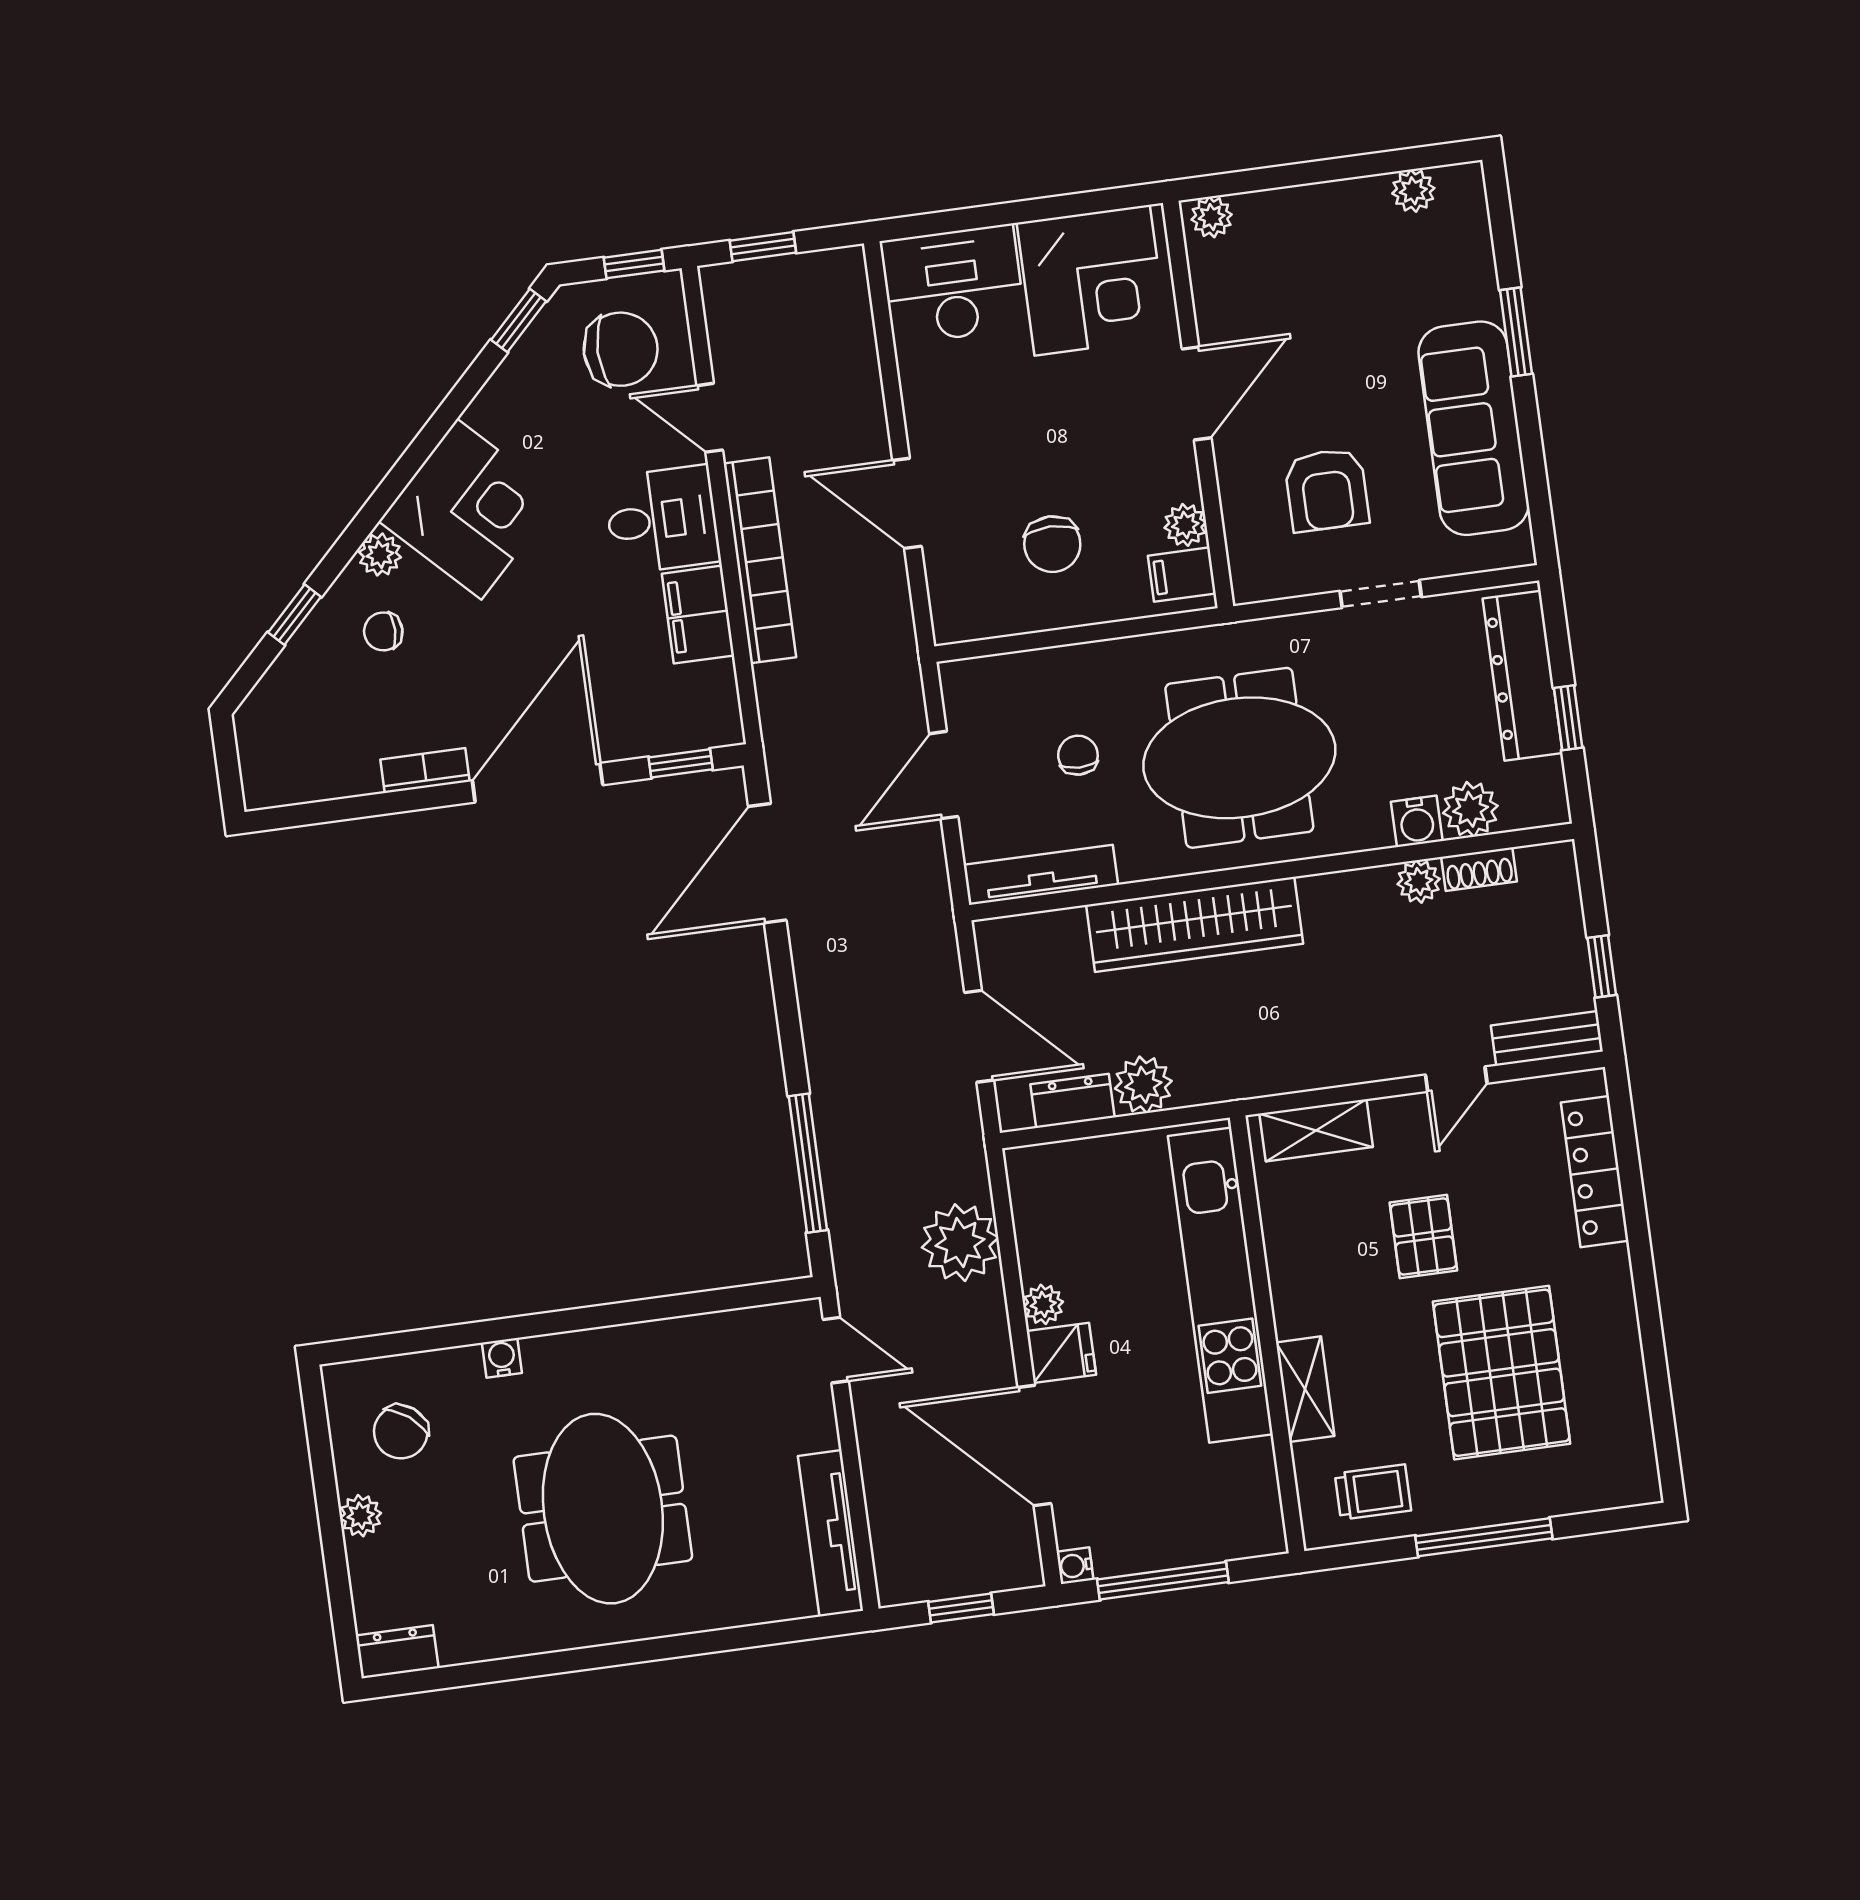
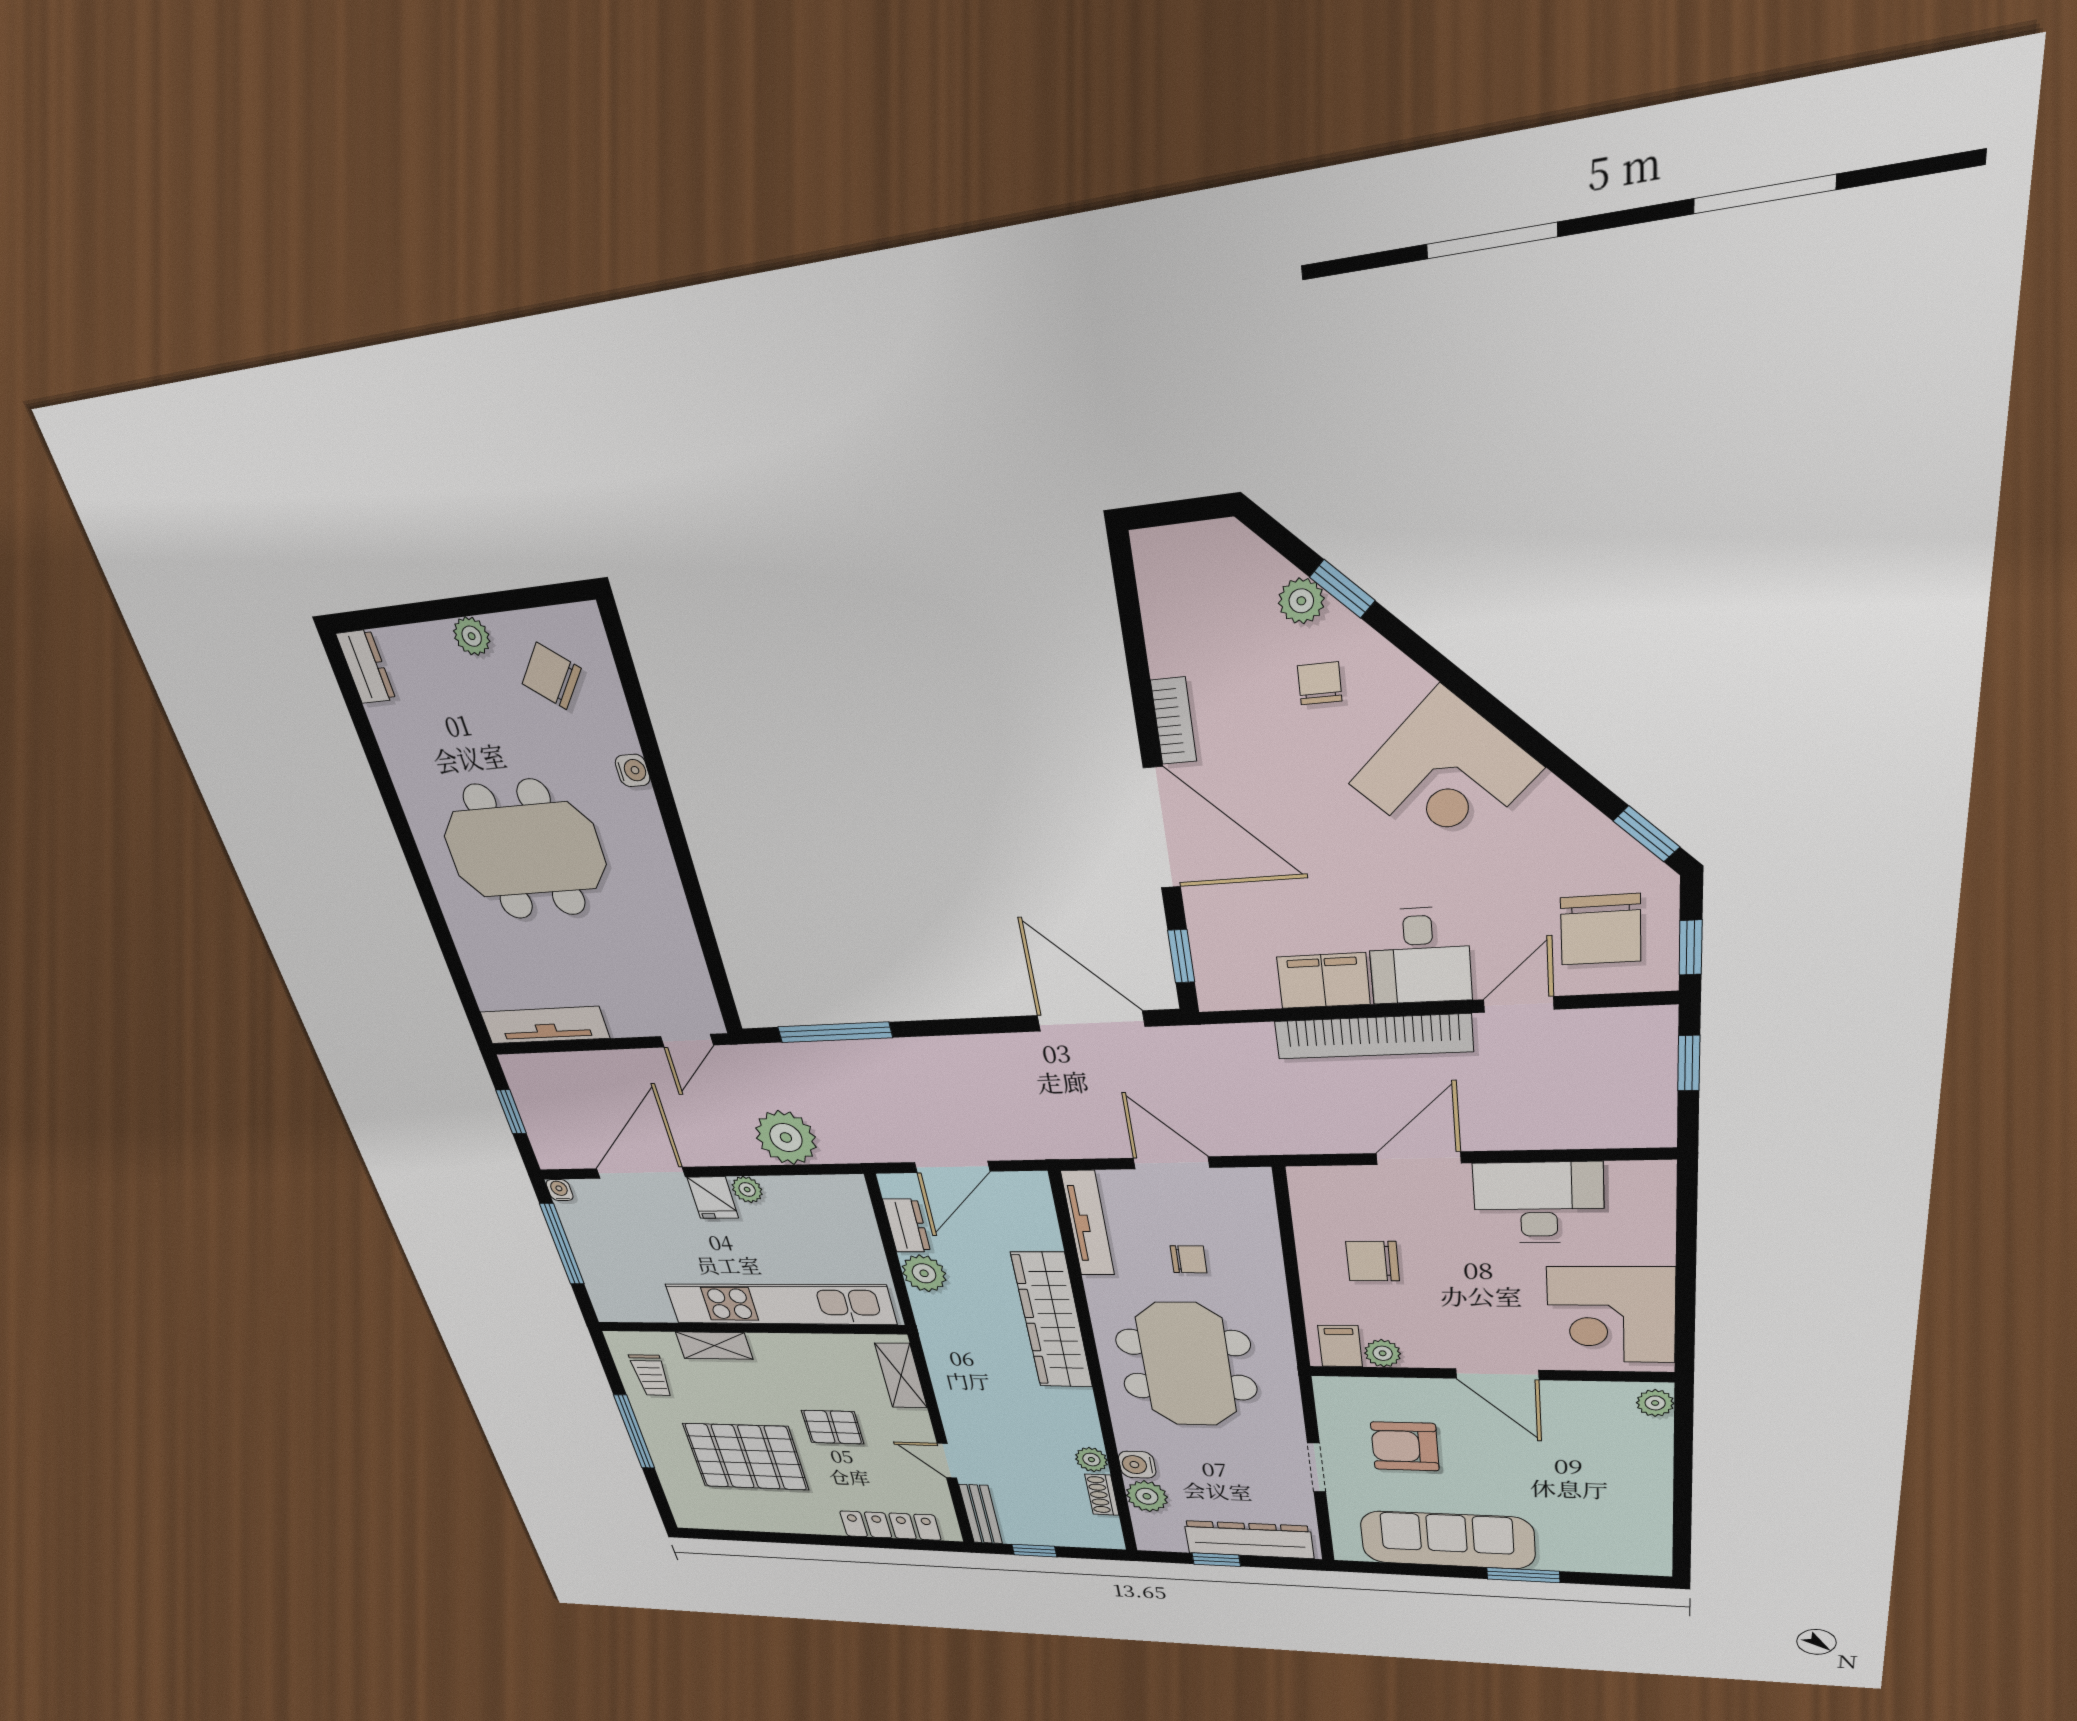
plant: (1413, 191) -> (1654, 1532), removed
desk: (953, 285) -> (1538, 1203), moved, turned -90
plant: (380, 555) -> (1301, 601), moved

